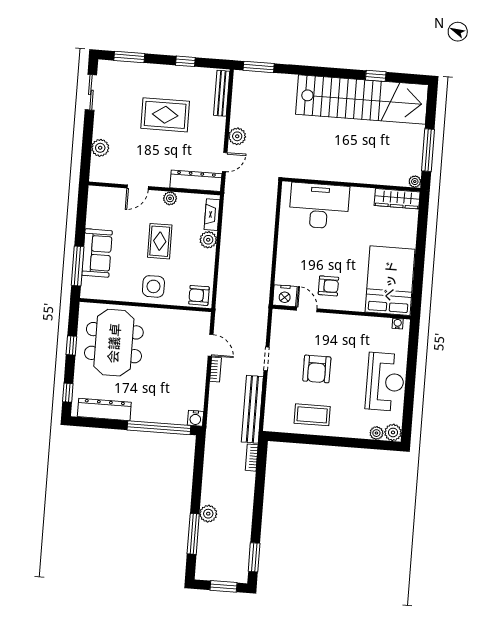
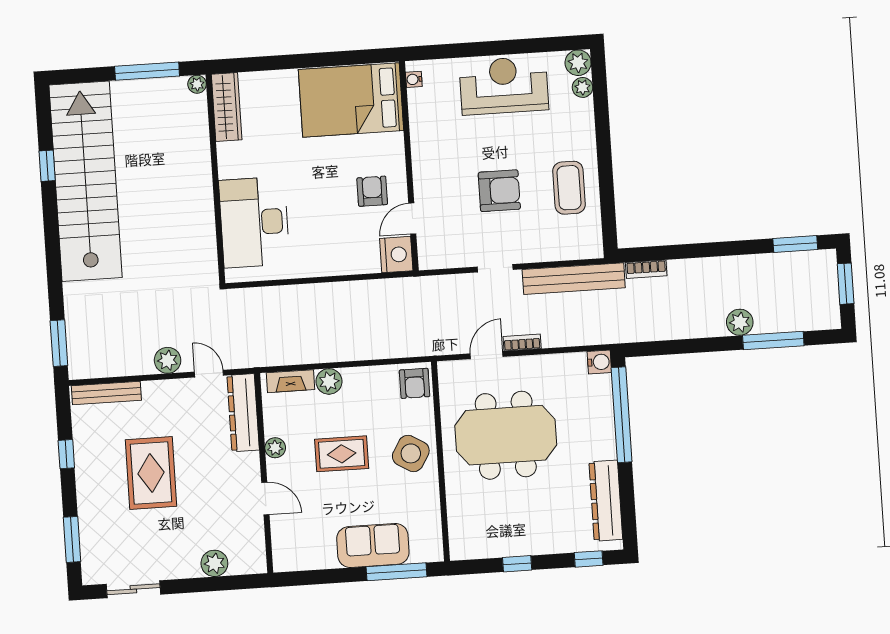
side table: (153, 286) -> (411, 453), turned 31
meeting table: (114, 343) -> (506, 435), moved

